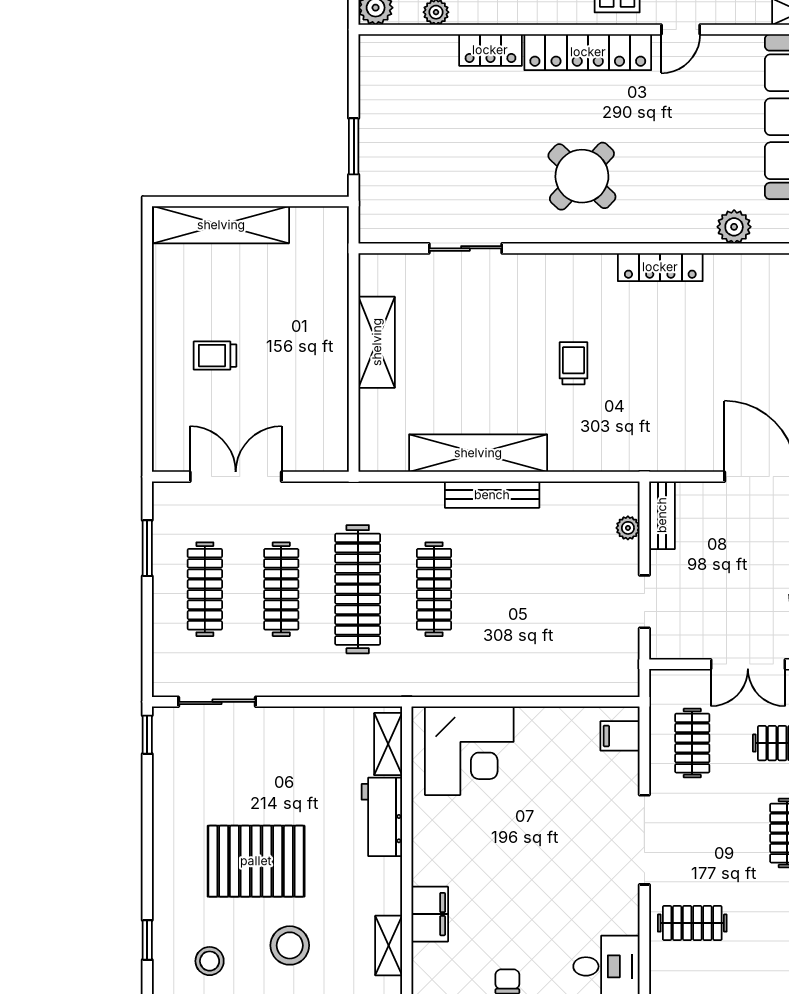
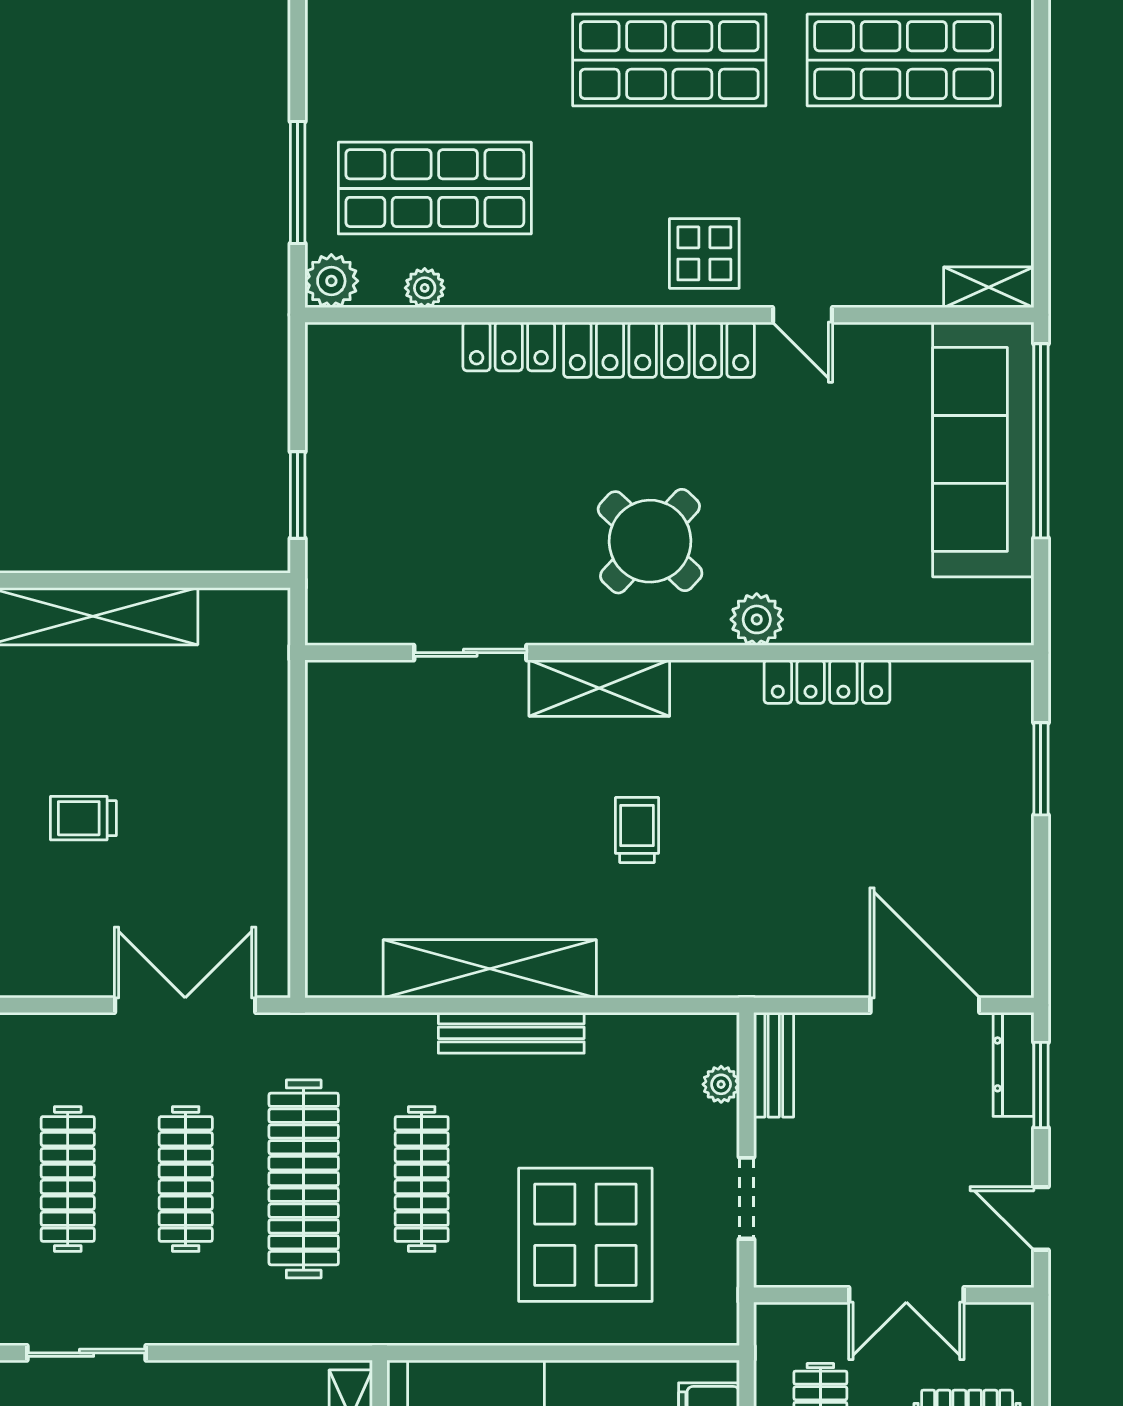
door: (681, 30) -> (802, 315), hinge flipped
plant: (734, 227) -> (757, 619), moved
locker: (660, 267) -> (827, 682), moved
shelving: (377, 342) -> (599, 688), moved, turned 90
double door: (236, 477) -> (185, 1005), moved
display table: (540, 625) -> (585, 1235), added

